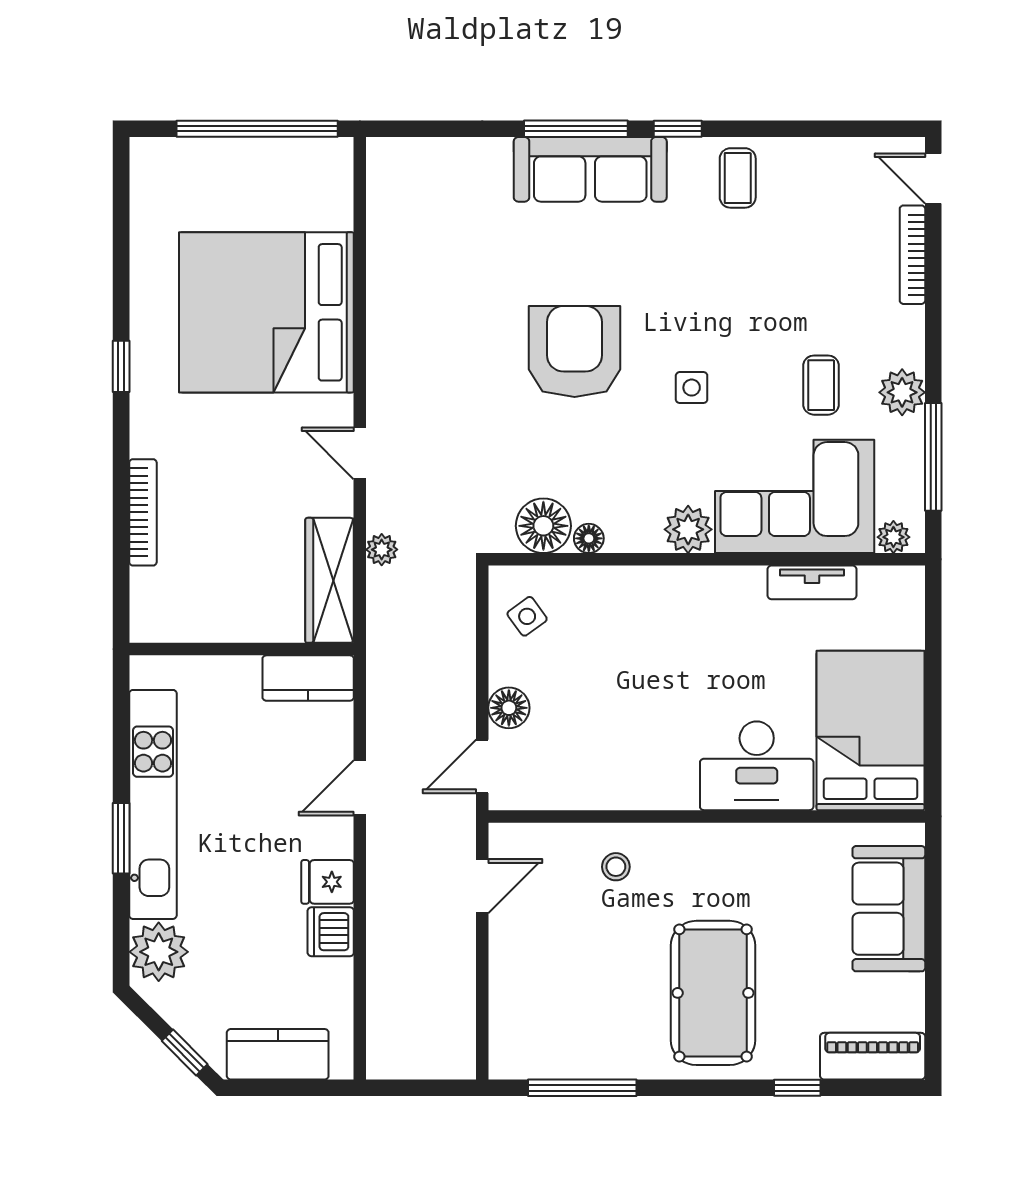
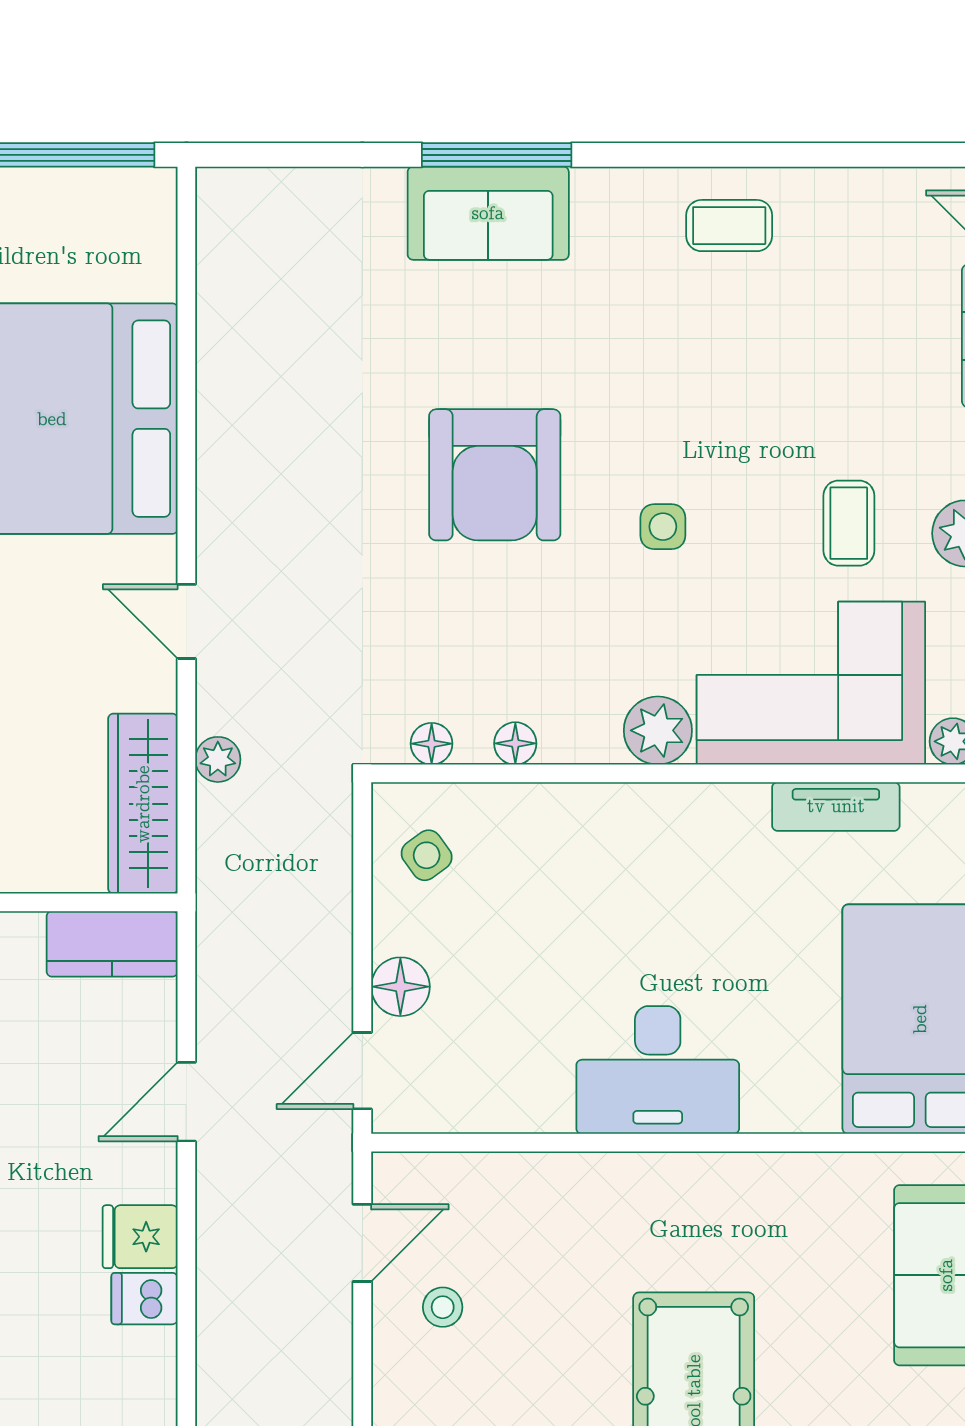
window: (678, 129) -> (643, 155), removed
sofa: (590, 169) -> (488, 213), width x0.73
coffee table: (738, 178) -> (729, 226), turned 90
armchair: (575, 351) -> (495, 475), turned 180
floor lamp: (543, 526) -> (432, 744), width x0.53, depth x0.53
desk: (757, 766) -> (658, 1070), moved
stool: (616, 867) -> (443, 1307), moved
dishwasher: (331, 932) -> (145, 1299), width x0.73

